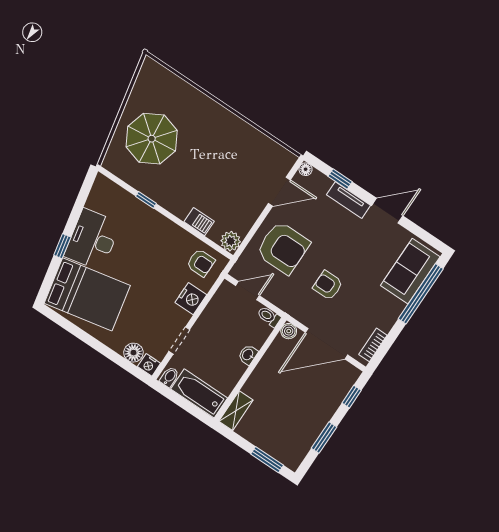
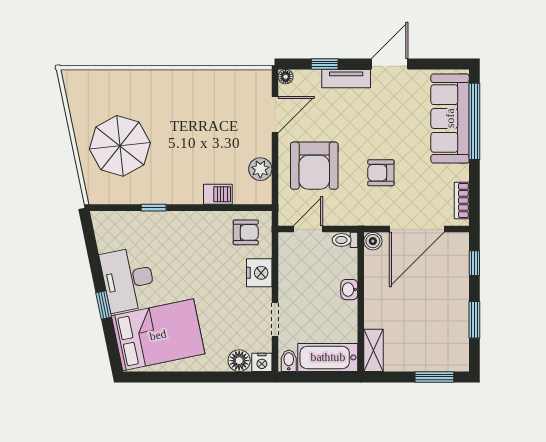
plant: (231, 241) -> (260, 169), moved
armchair: (283, 248) -> (314, 166), turned 90
sofa: (410, 271) -> (450, 118), width x1.36

